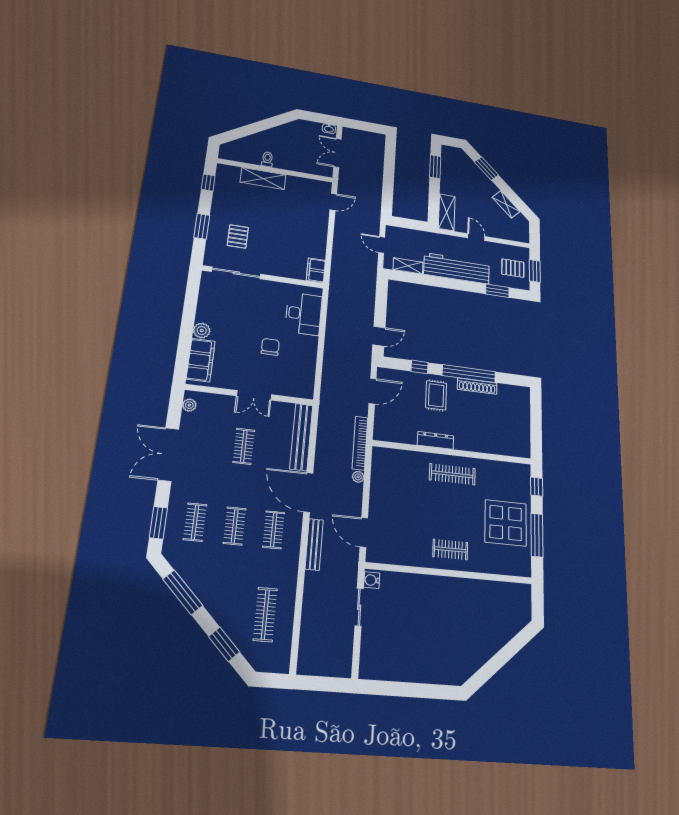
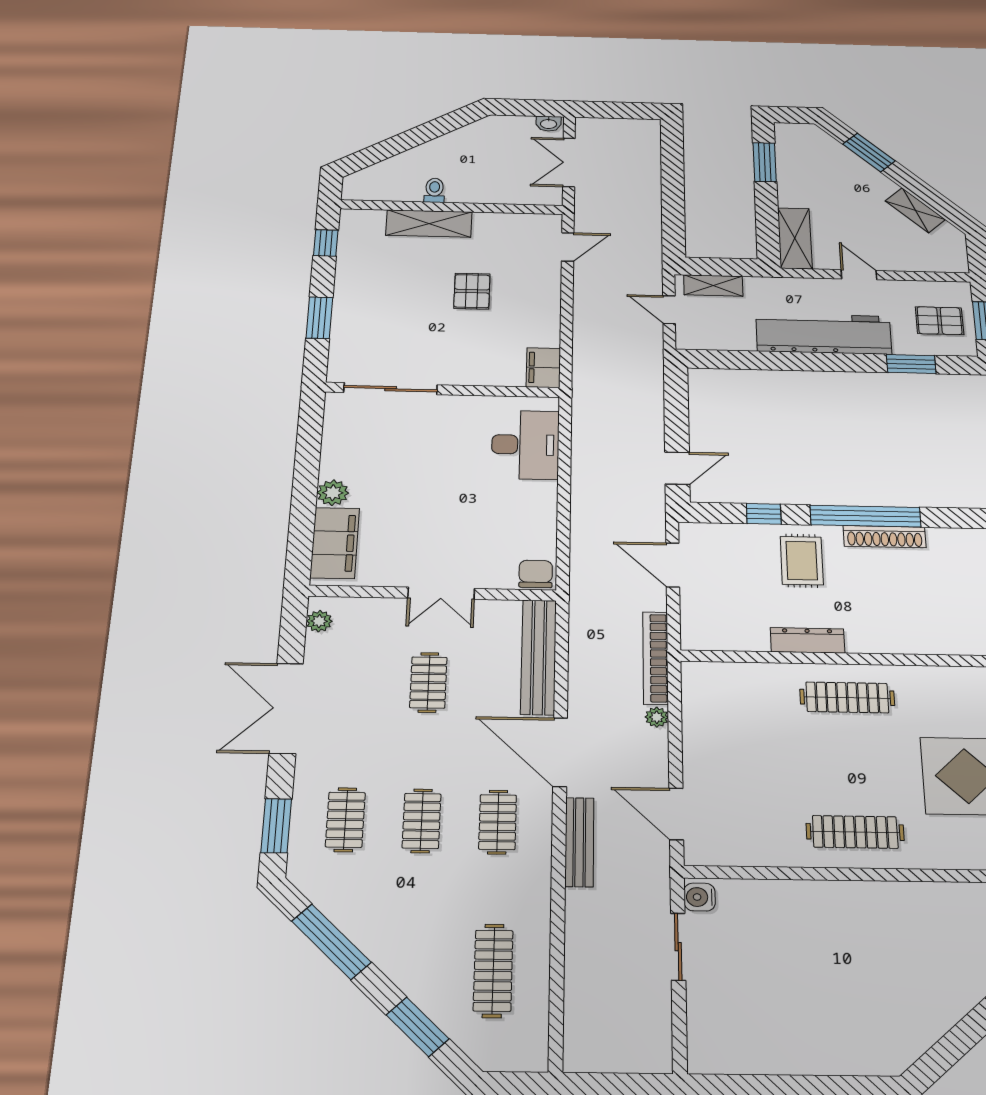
pallet: (238, 236) -> (472, 291), moved
shelving: (408, 266) -> (713, 286), moved
chair: (270, 347) -> (536, 574), moved
door: (373, 391) -> (673, 565), swing flipped
clothes rail: (450, 549) -> (855, 832), width x1.36

